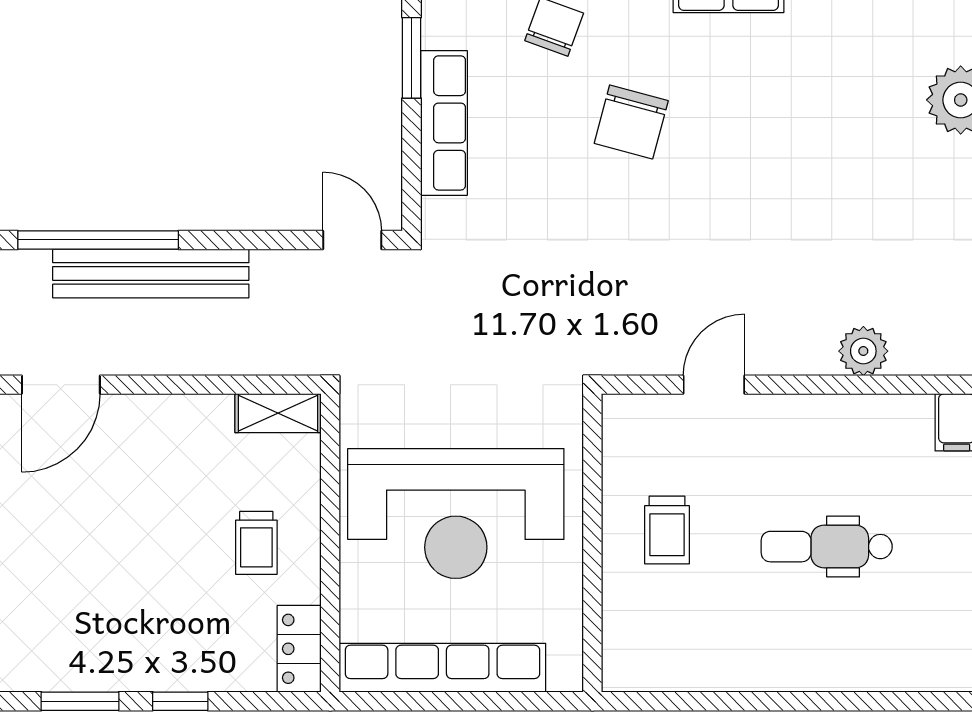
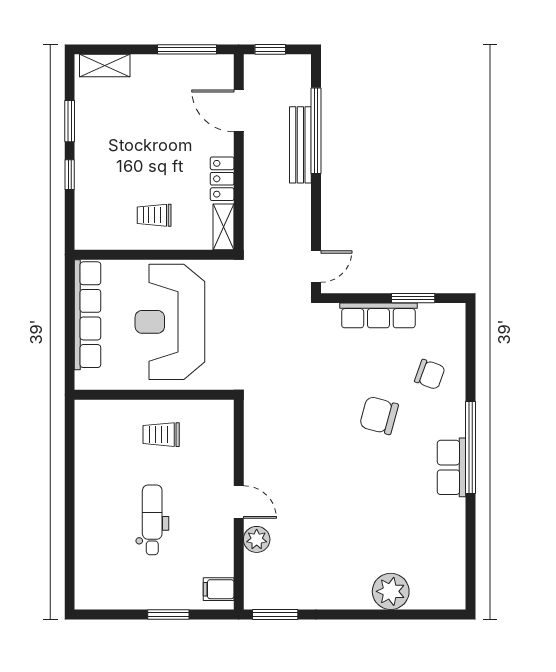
bench: (151, 273) -> (300, 145), width x0.73, depth x0.82
door: (714, 385) -> (239, 502), moved
locker: (299, 649) -> (222, 179), moved, turned -90

